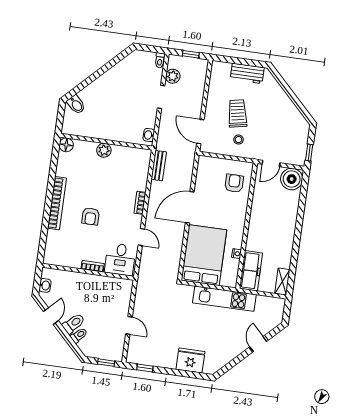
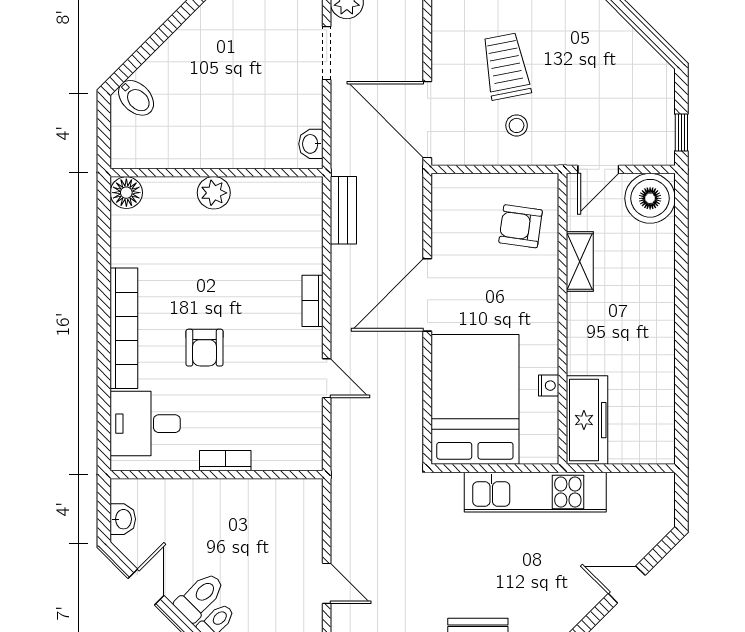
door: (200, 132) -> (427, 120), width x1.36
armchair: (234, 183) -> (521, 226), turned -82
desk: (120, 259) -> (145, 424), moved, turned 90
shelving: (282, 282) -> (580, 261), moved
door: (258, 344) -> (627, 584), hinge flipped

